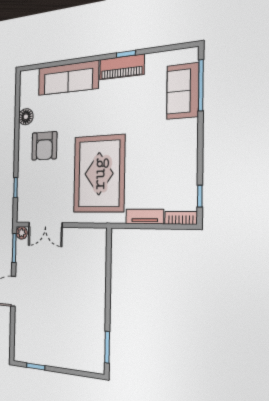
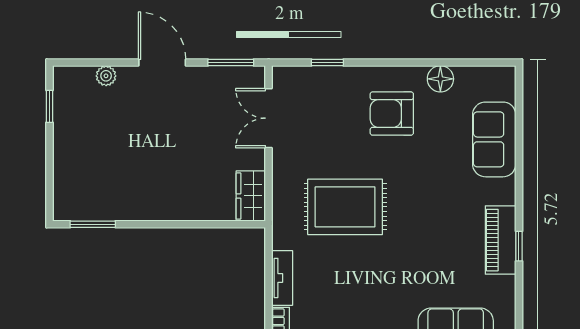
sofa: (68, 78) -> (494, 139), width x0.73
rug: (99, 174) -> (345, 207), width x0.73, depth x0.69
plant: (22, 233) -> (106, 76), moved
wardrobe: (91, 237) -> (251, 196), added

